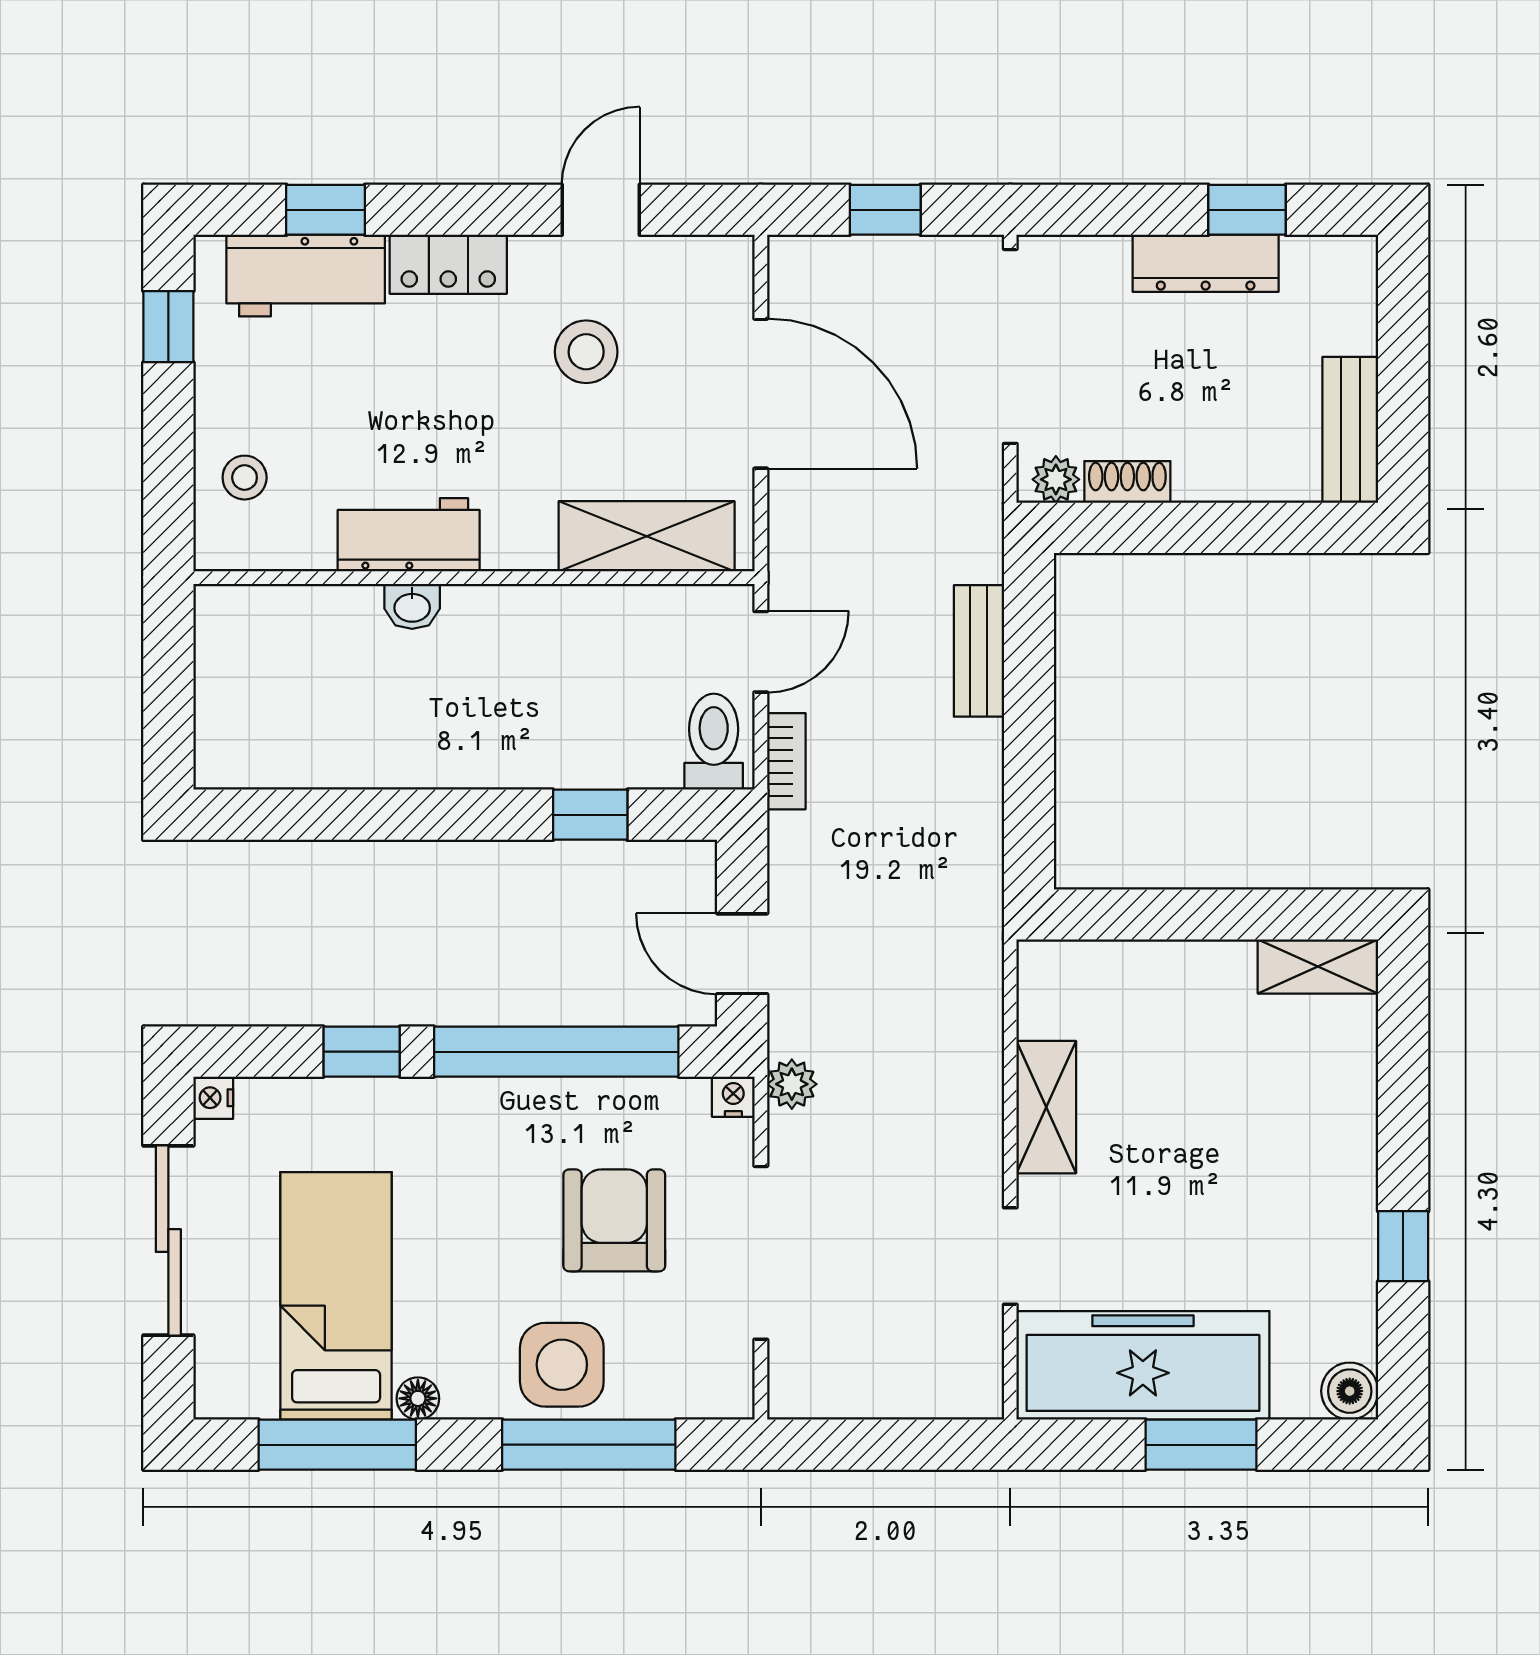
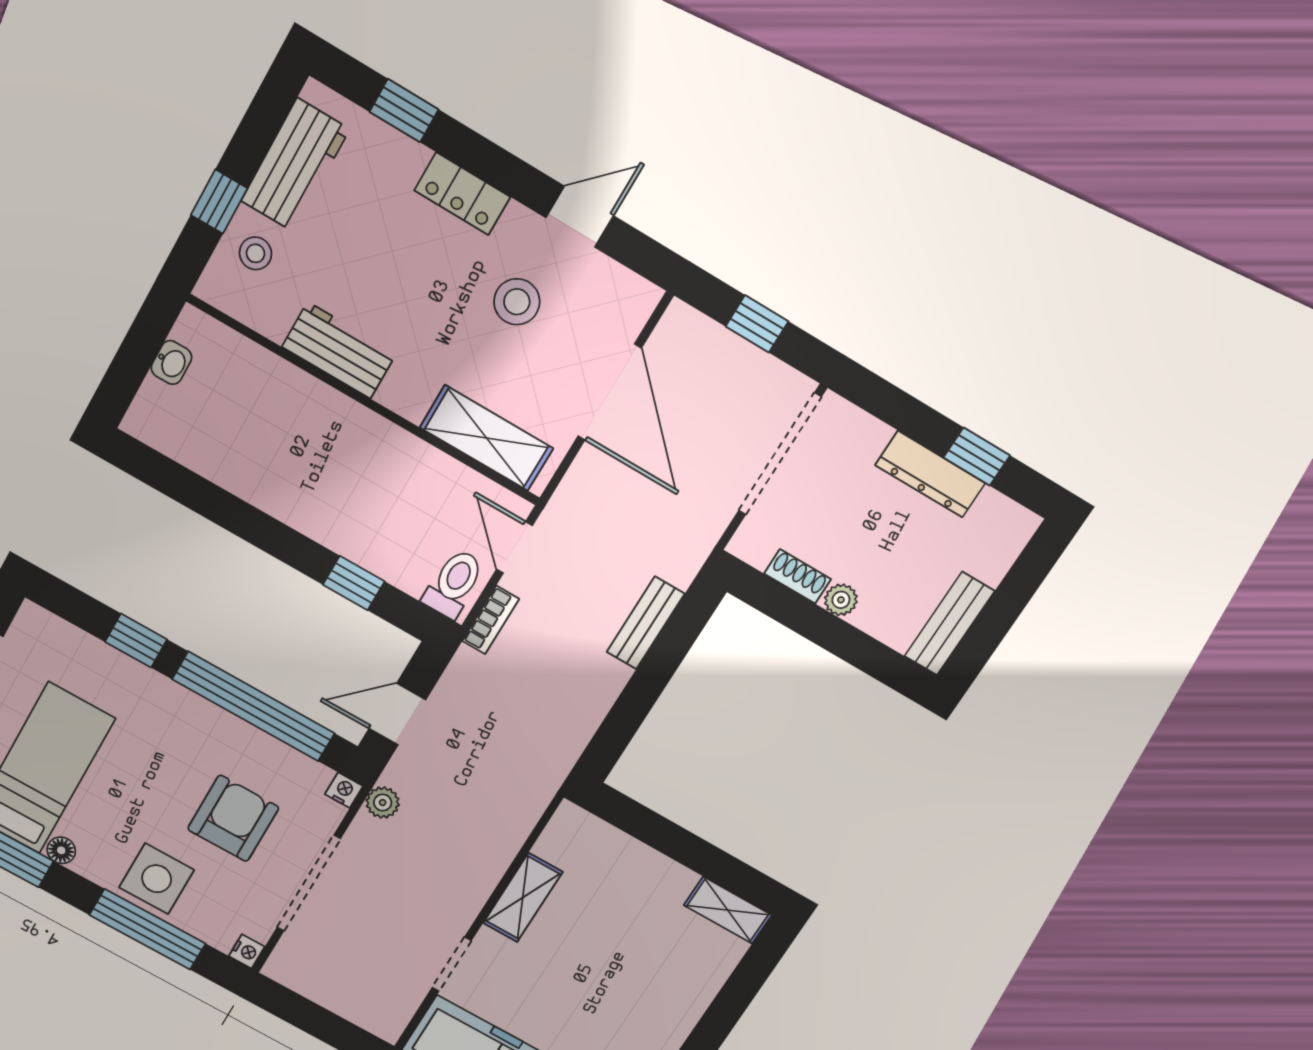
workbench: (306, 276) -> (295, 165), moved, turned -90
window: (168, 327) -> (219, 202), moved
plant: (1056, 479) -> (841, 600), moved
washbasin: (412, 606) -> (171, 363), moved, turned -90
door: (761, 652) -> (514, 547), swing flipped
door: (742, 954) -> (397, 714), hinge flipped
nightstand: (213, 1098) -> (247, 951), moved, turned 180

